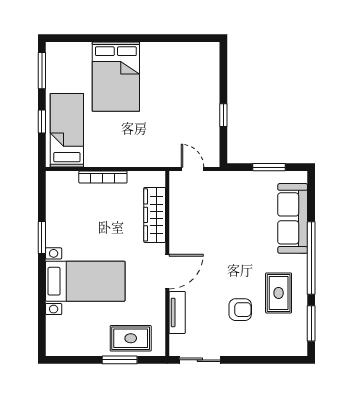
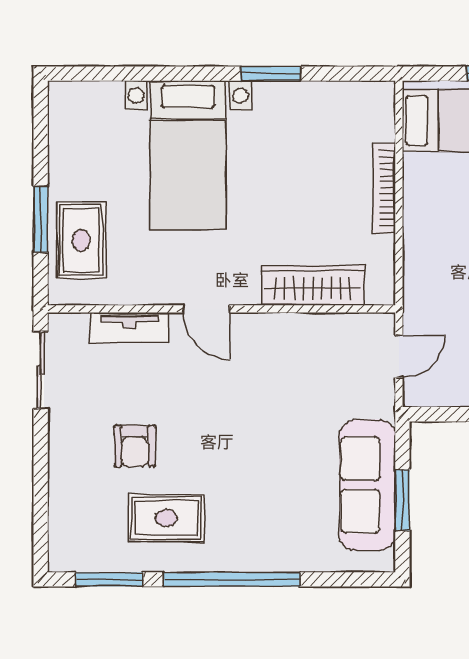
sofa: (293, 218) -> (367, 485), moved, turned -90
door: (167, 272) -> (206, 309), width x0.73

